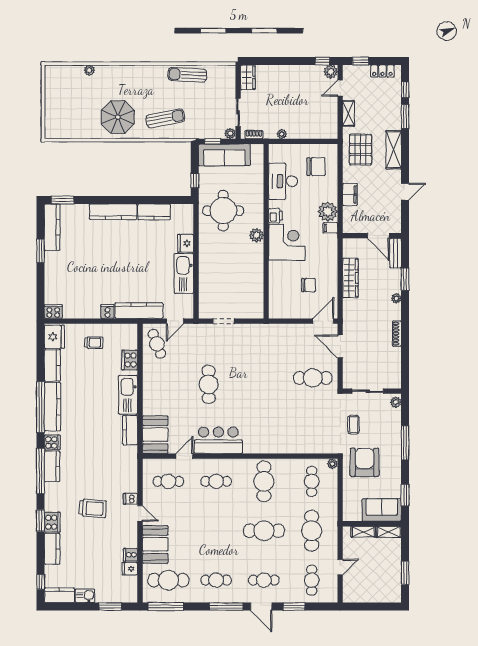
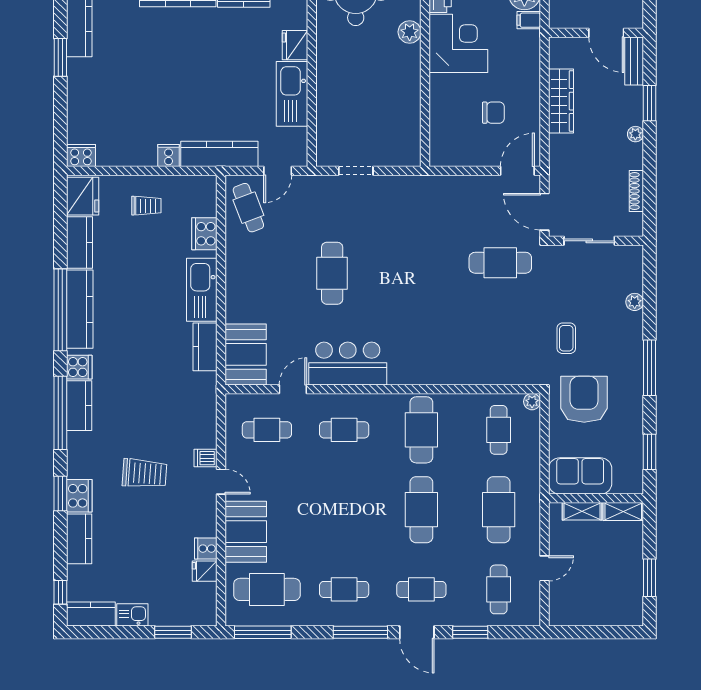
sliding door: (368, 391) -> (589, 241), moved
wall: (372, 391) -> (596, 241), moved
sofa: (382, 510) -> (580, 476), moved
cafe table: (264, 531) -> (421, 510), turned 90

